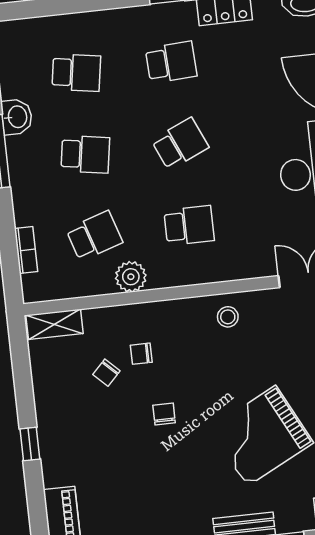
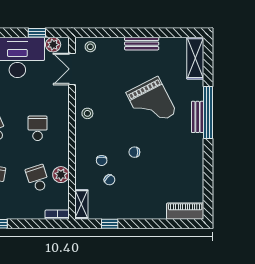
bookcase: (26, 250) -> (57, 215), moved
plant: (131, 277) -> (61, 175), moved
window: (30, 444) -> (110, 224), moved

